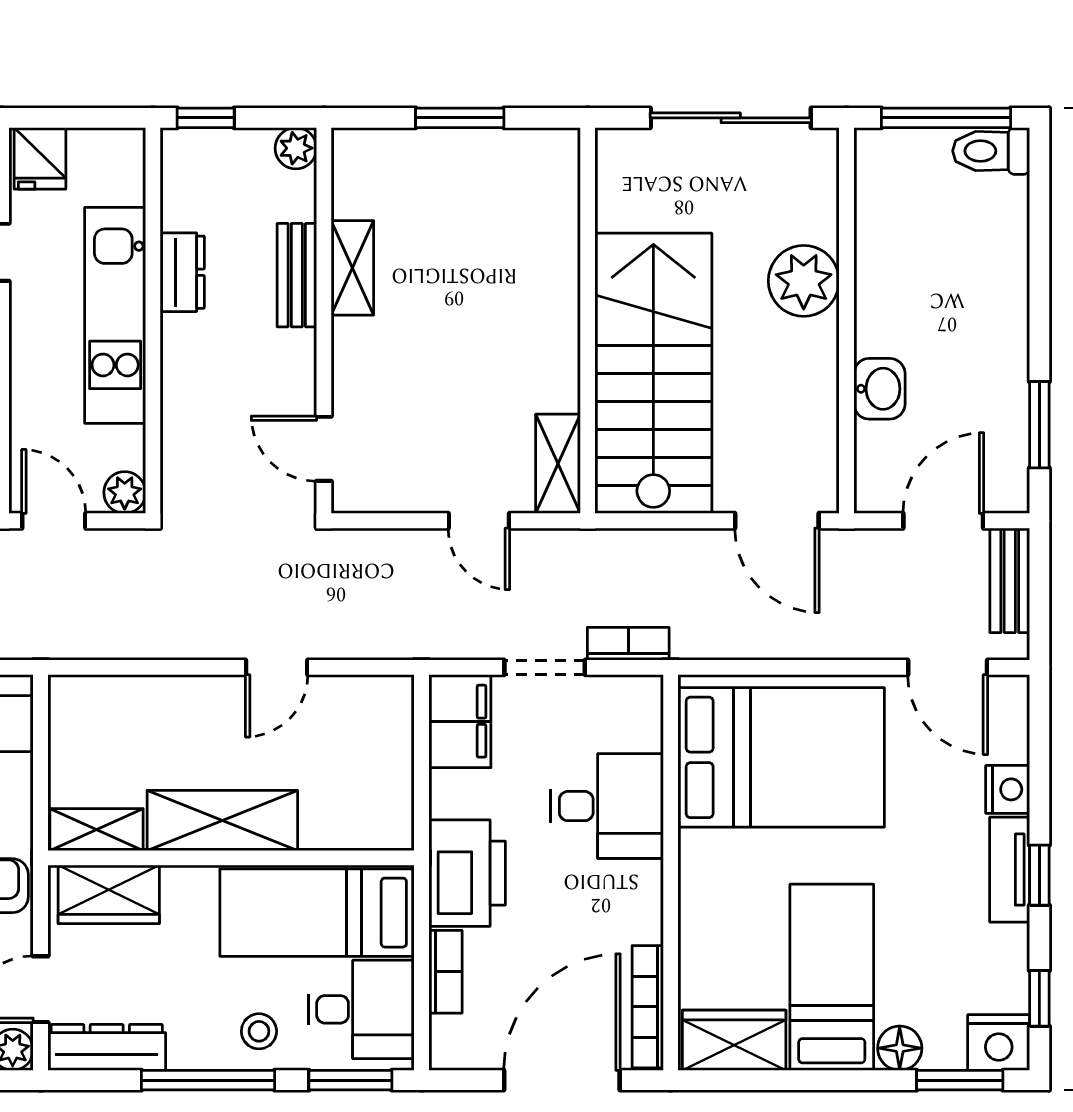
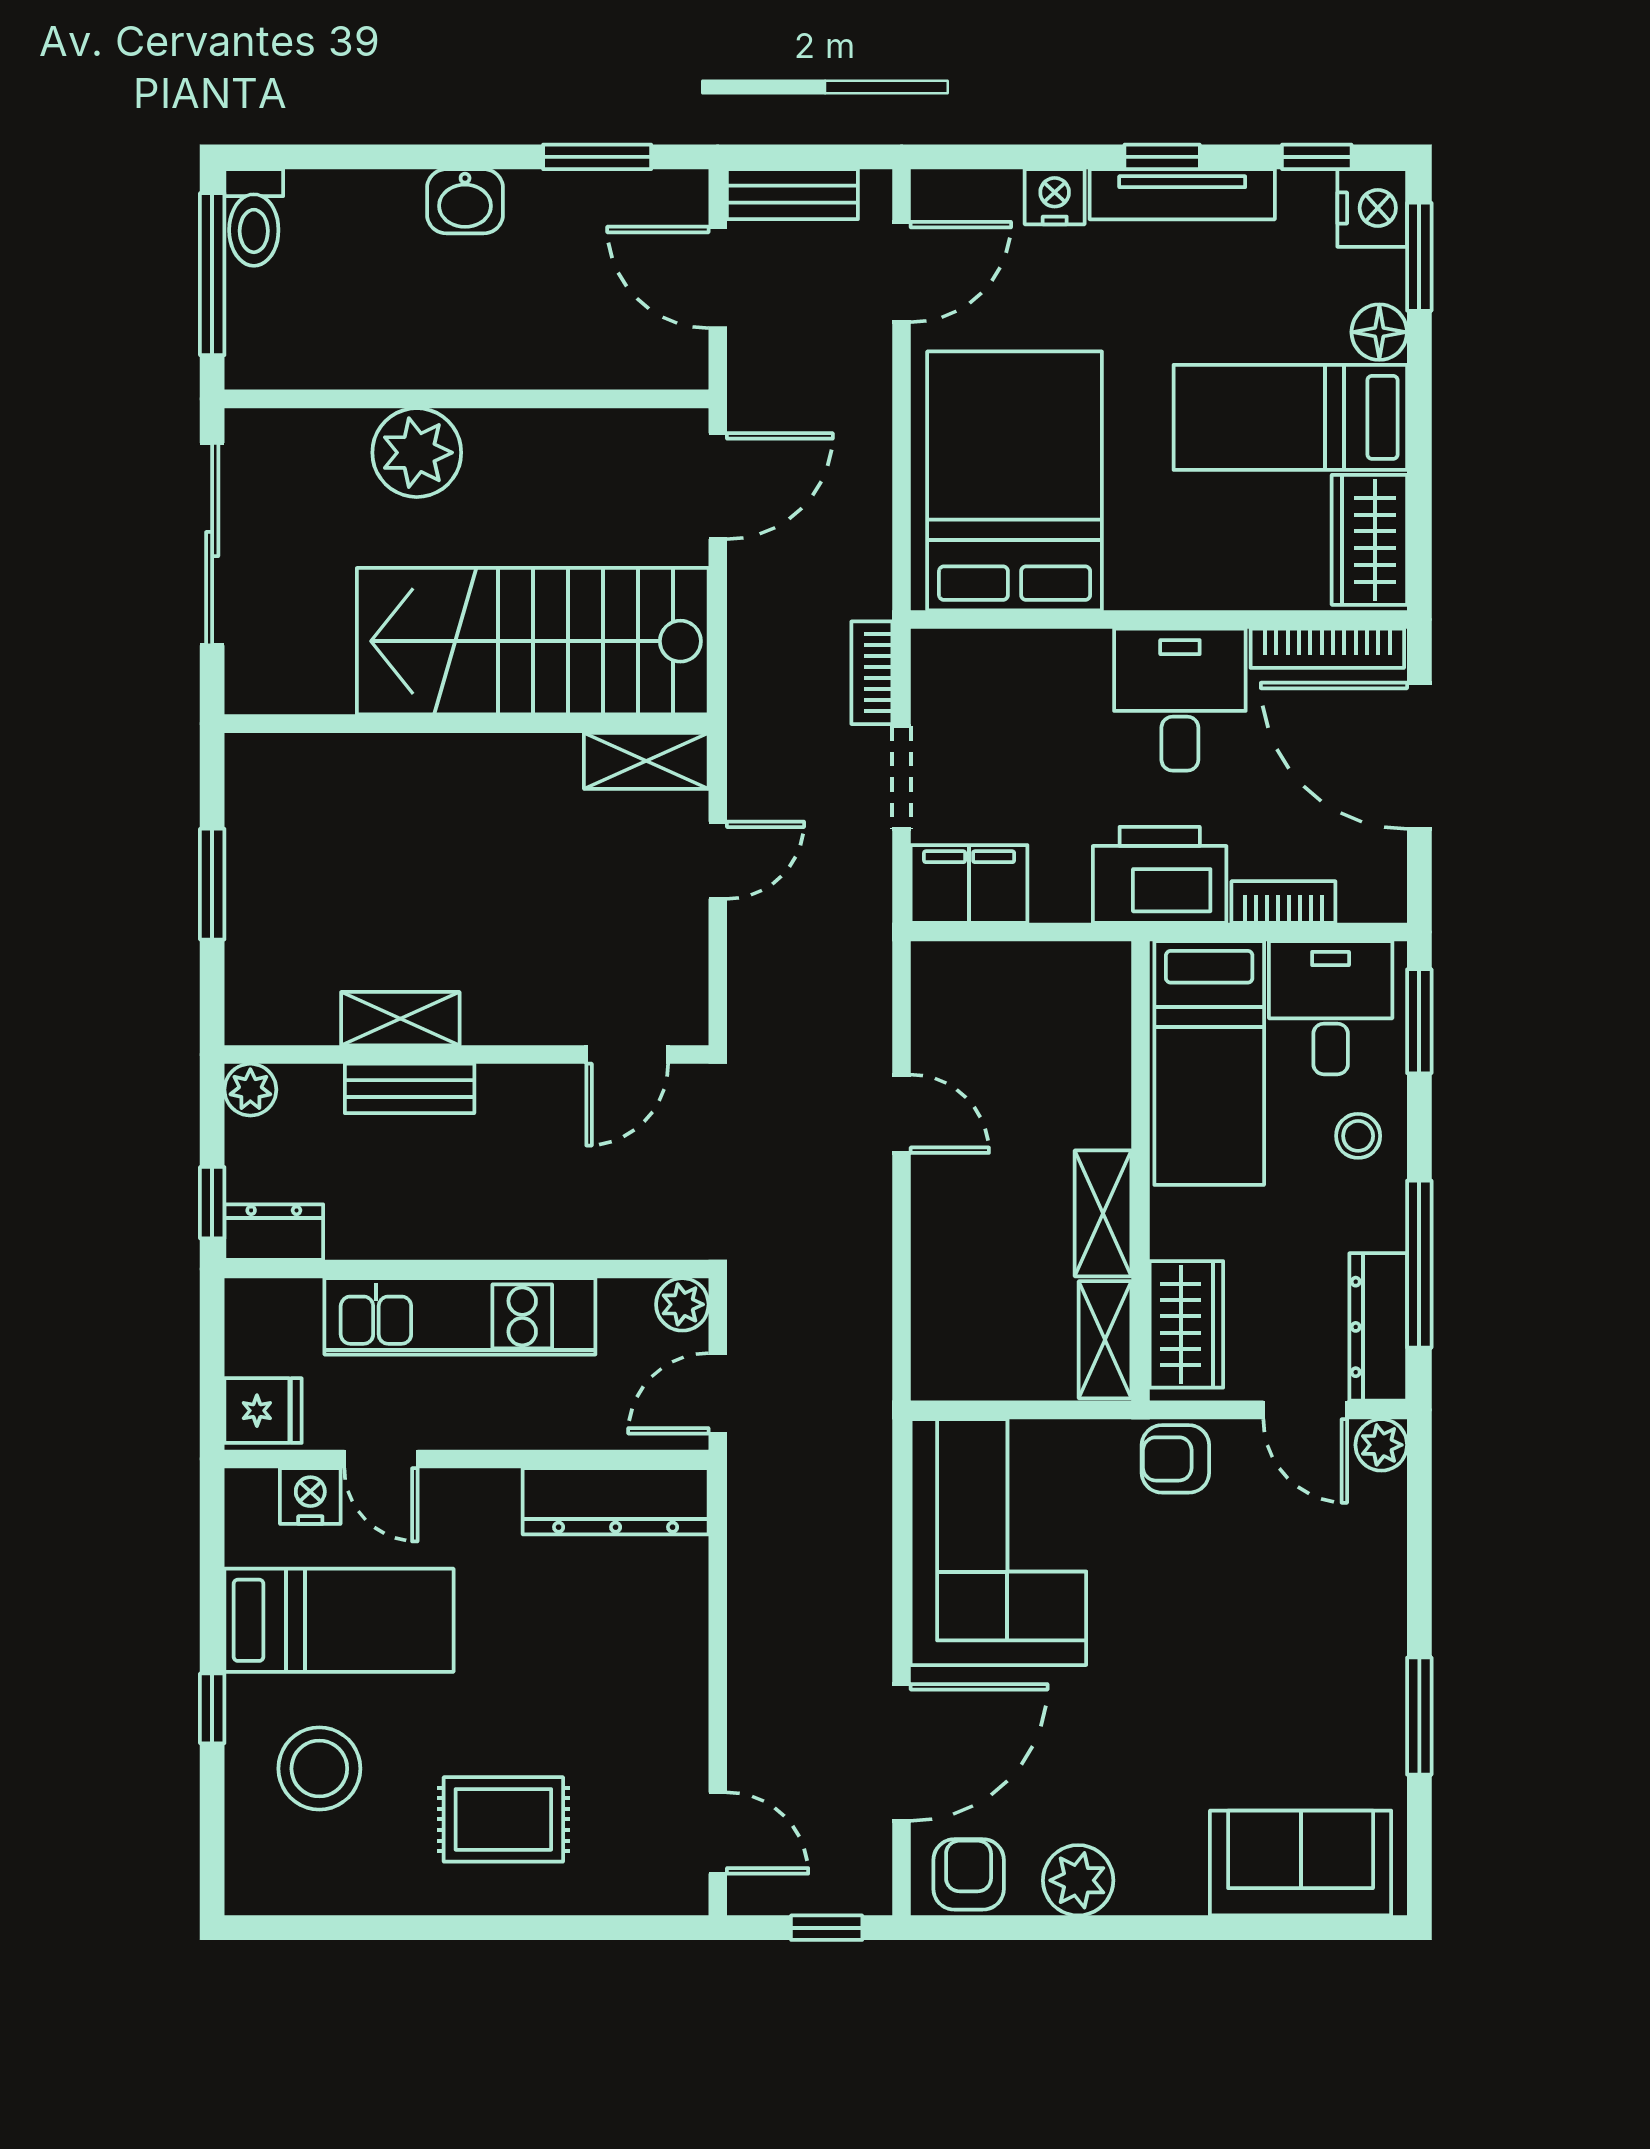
dresser: (182, 272) -> (274, 1232), moved
washbasin: (879, 389) -> (465, 201), moved, turned 180
desk: (607, 806) -> (1180, 700), moved
shelving: (222, 820) -> (1103, 1213), width x0.67, depth x0.75
tv unit: (1010, 870) -> (1182, 194), width x1.41
window: (208, 1080) -> (1419, 1264), moved

